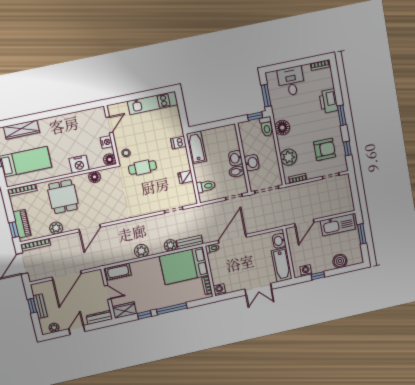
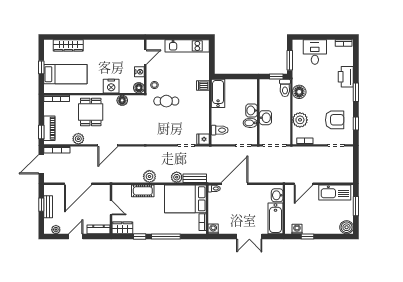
fridge: (186, 177) -> (203, 139), moved
boiler: (340, 261) -> (347, 227), moved
cot: (118, 272) -> (143, 191), moved

